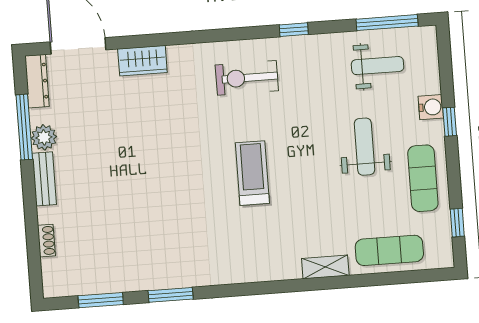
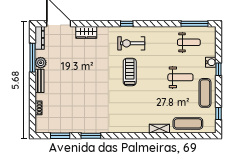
window: (294, 30) -> (127, 24), moved
weight bench: (364, 147) -> (180, 77), turned 90
treadmill: (252, 173) -> (130, 72), moved

